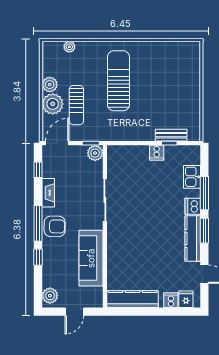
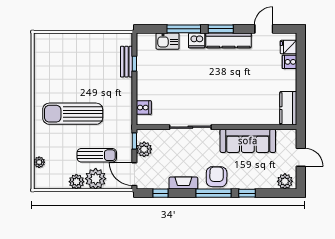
plant: (95, 153) -> (144, 149), moved
cooker: (157, 153) -> (144, 108), moved
kitchen counter: (133, 299) -> (288, 108), width x0.67

